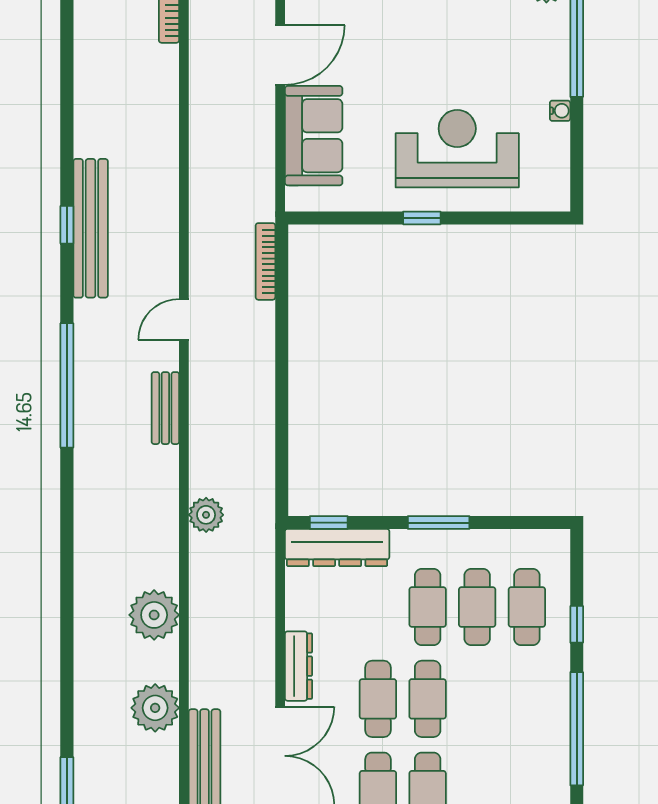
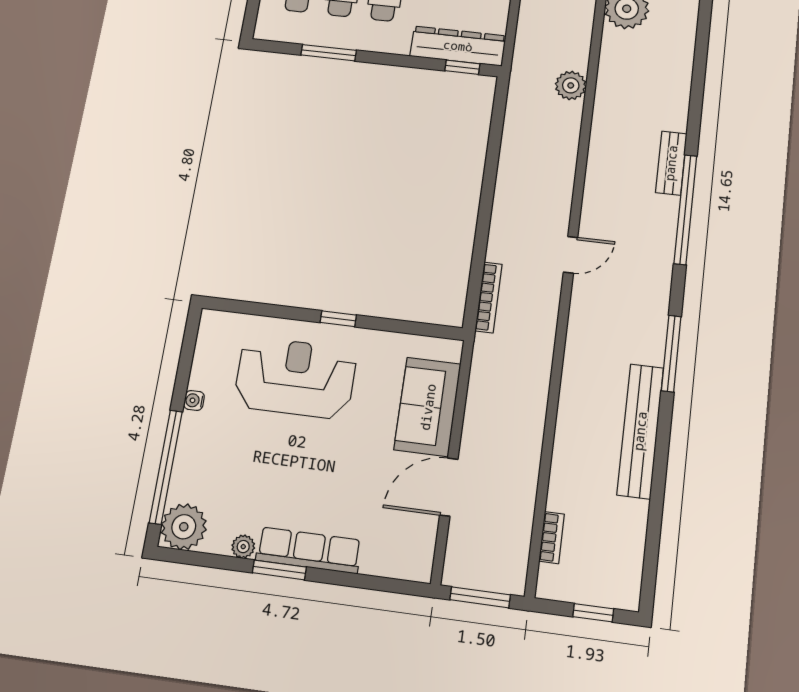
reception desk: (457, 149) -> (295, 378), turned 180
window: (67, 225) -> (671, 353), width x2.17
bench: (91, 228) -> (640, 431), moved
bench: (165, 408) -> (671, 163), moved
window: (439, 523) -> (329, 53), moved

